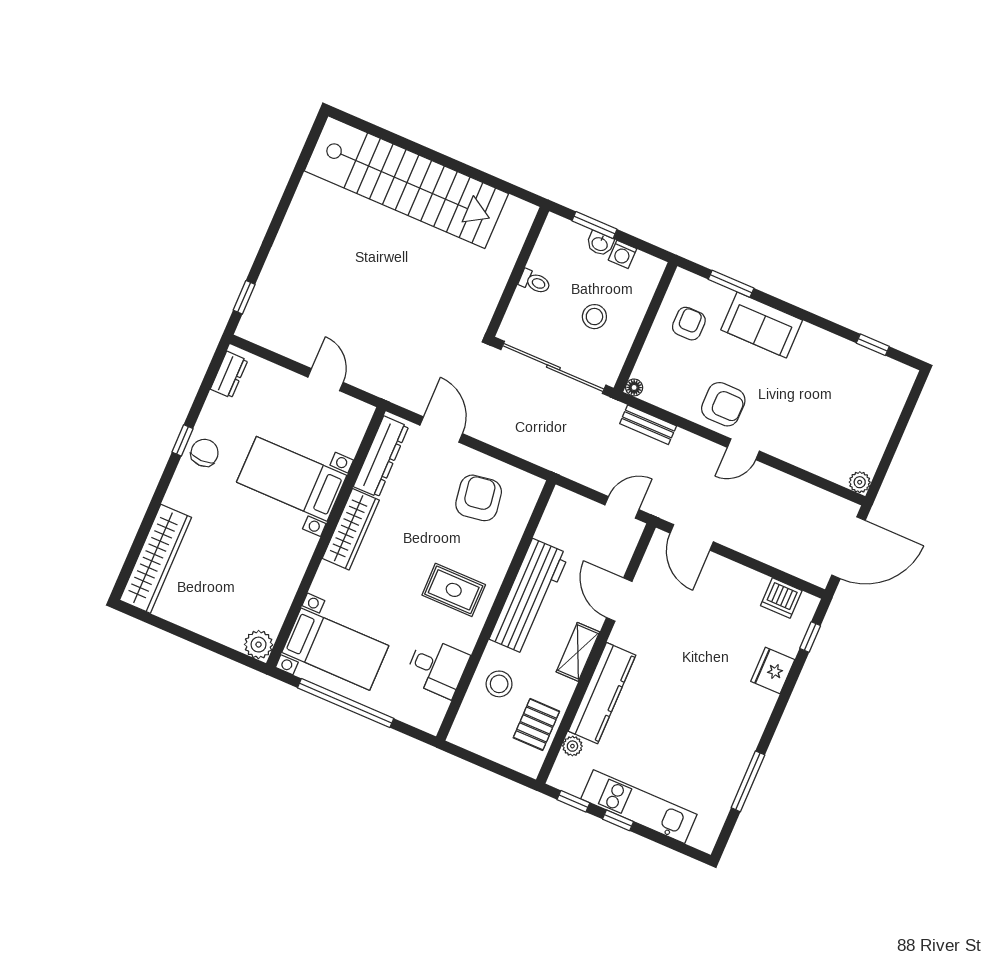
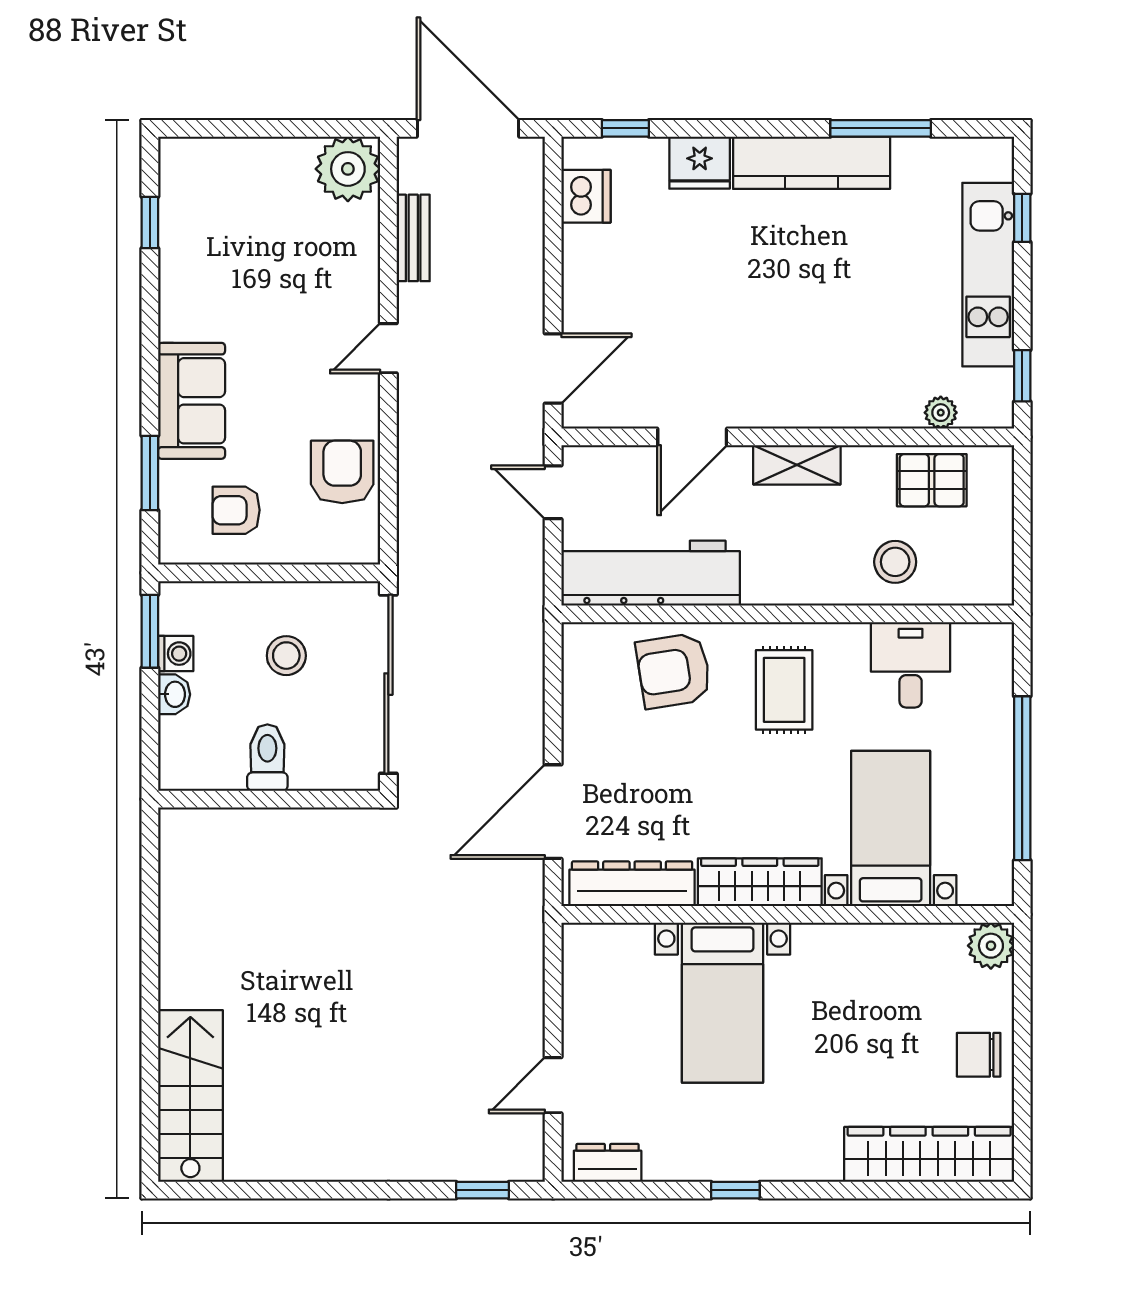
stairs: (406, 182) -> (190, 1096), width x0.54, depth x0.66
window: (594, 225) -> (150, 631), moved
toilet: (535, 282) -> (267, 758), width x1.37, depth x1.39
door: (326, 380) -> (553, 1085), moved
floor lamp: (634, 387) -> (367, 551), removed
armchair: (723, 404) -> (342, 472), moved
bench: (648, 425) -> (413, 238), moved
door: (441, 429) -> (553, 812), width x1.36
door: (743, 449) -> (388, 348), swing flipped
chair: (205, 453) -> (979, 1055), moved
plant: (860, 482) -> (348, 169), width x1.88, depth x1.88
armchair: (479, 498) -> (674, 671), moved
workbench: (529, 597) -> (651, 573), moved
bed with nightstands: (335, 649) -> (891, 828), moved
kitchen counter: (602, 693) -> (812, 163), moved, turned 180
window: (618, 820) -> (1022, 218), moved

